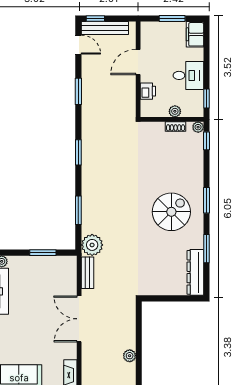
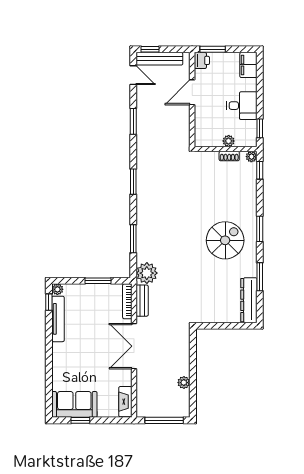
window: (172, 19) -> (213, 49), moved
printer: (148, 91) -> (202, 60), moved
bookcase: (72, 273) -> (127, 301), added

